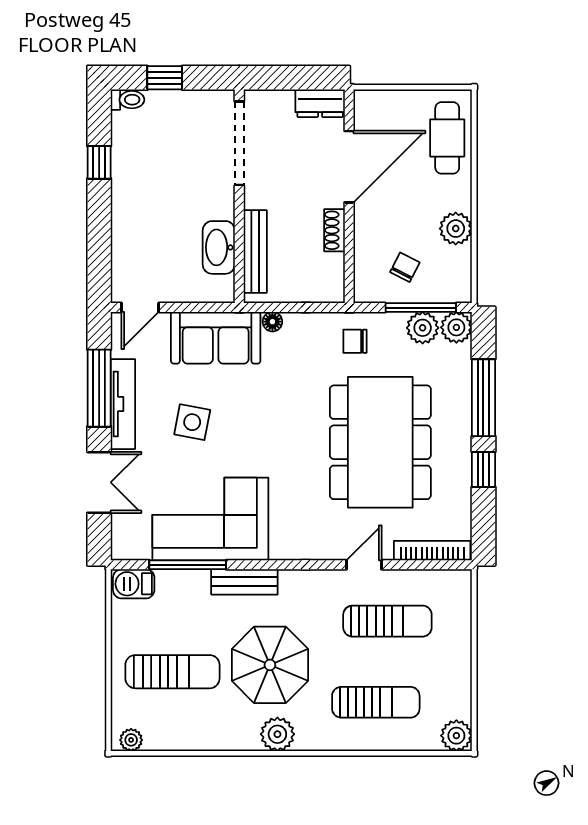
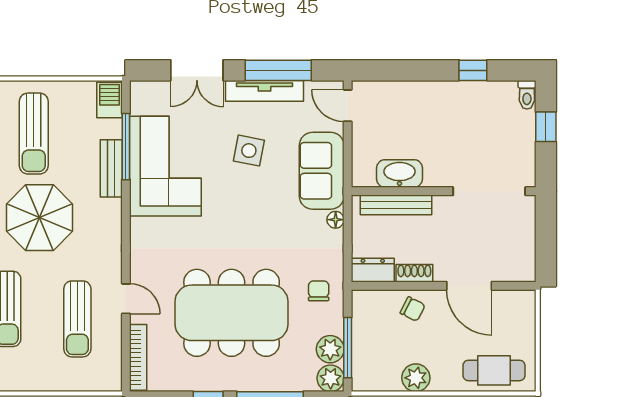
dresser: (320, 103) -> (373, 270), moved, turned 90
door: (349, 167) -> (469, 286), width x0.73
chair: (405, 267) -> (413, 309), moved
bench: (244, 582) -> (111, 168), moved

